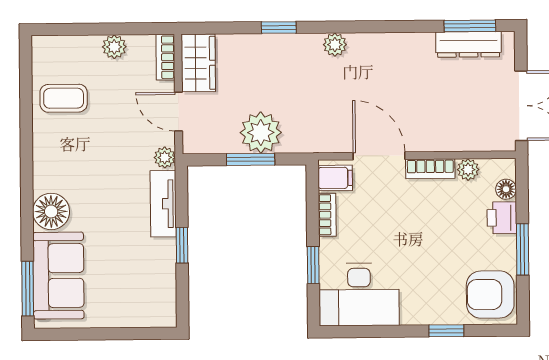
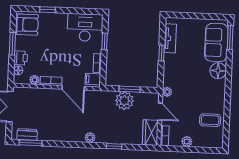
dresser: (469, 44) -> (27, 134), width x0.70
tv unit: (163, 204) -> (170, 38), moved

